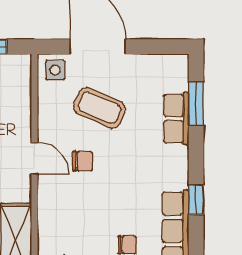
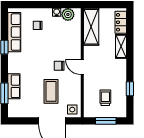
coffee table: (99, 108) -> (51, 91), turned 67

